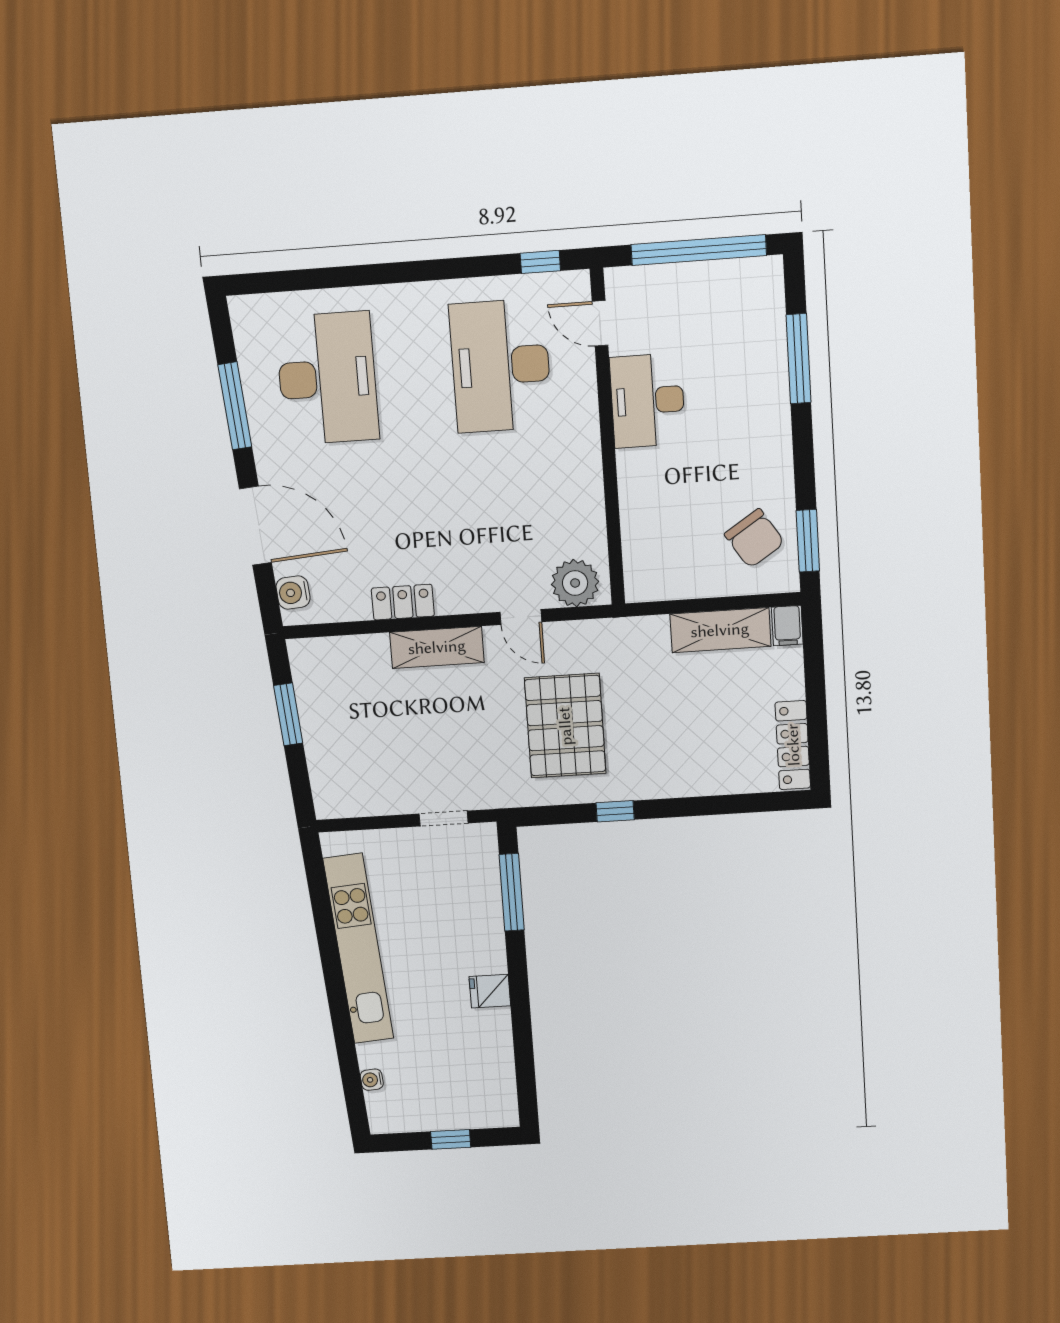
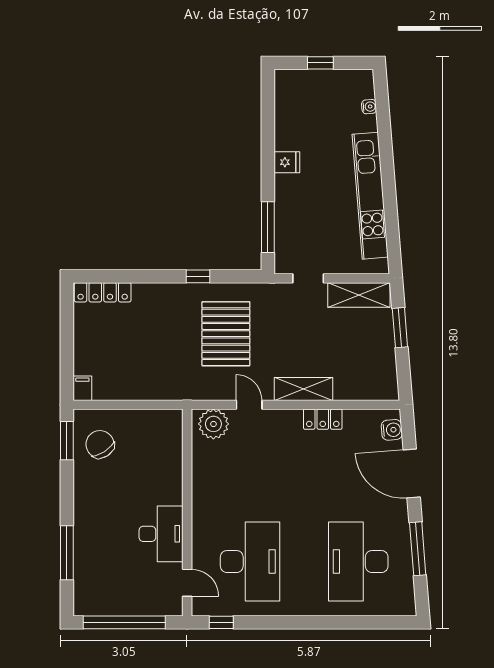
shelving: (720, 630) -> (359, 295), moved
window: (288, 714) -> (400, 328), moved
locker: (793, 745) -> (103, 292), moved, turned 90

